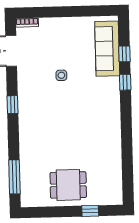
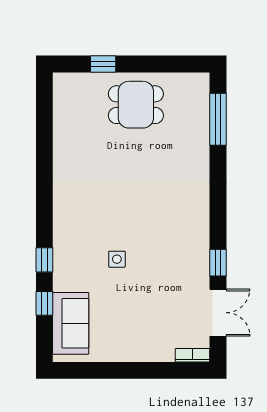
sofa: (107, 49) -> (71, 323), width x0.73
side table: (61, 75) -> (117, 259), moved
window: (13, 105) -> (218, 263), moved

